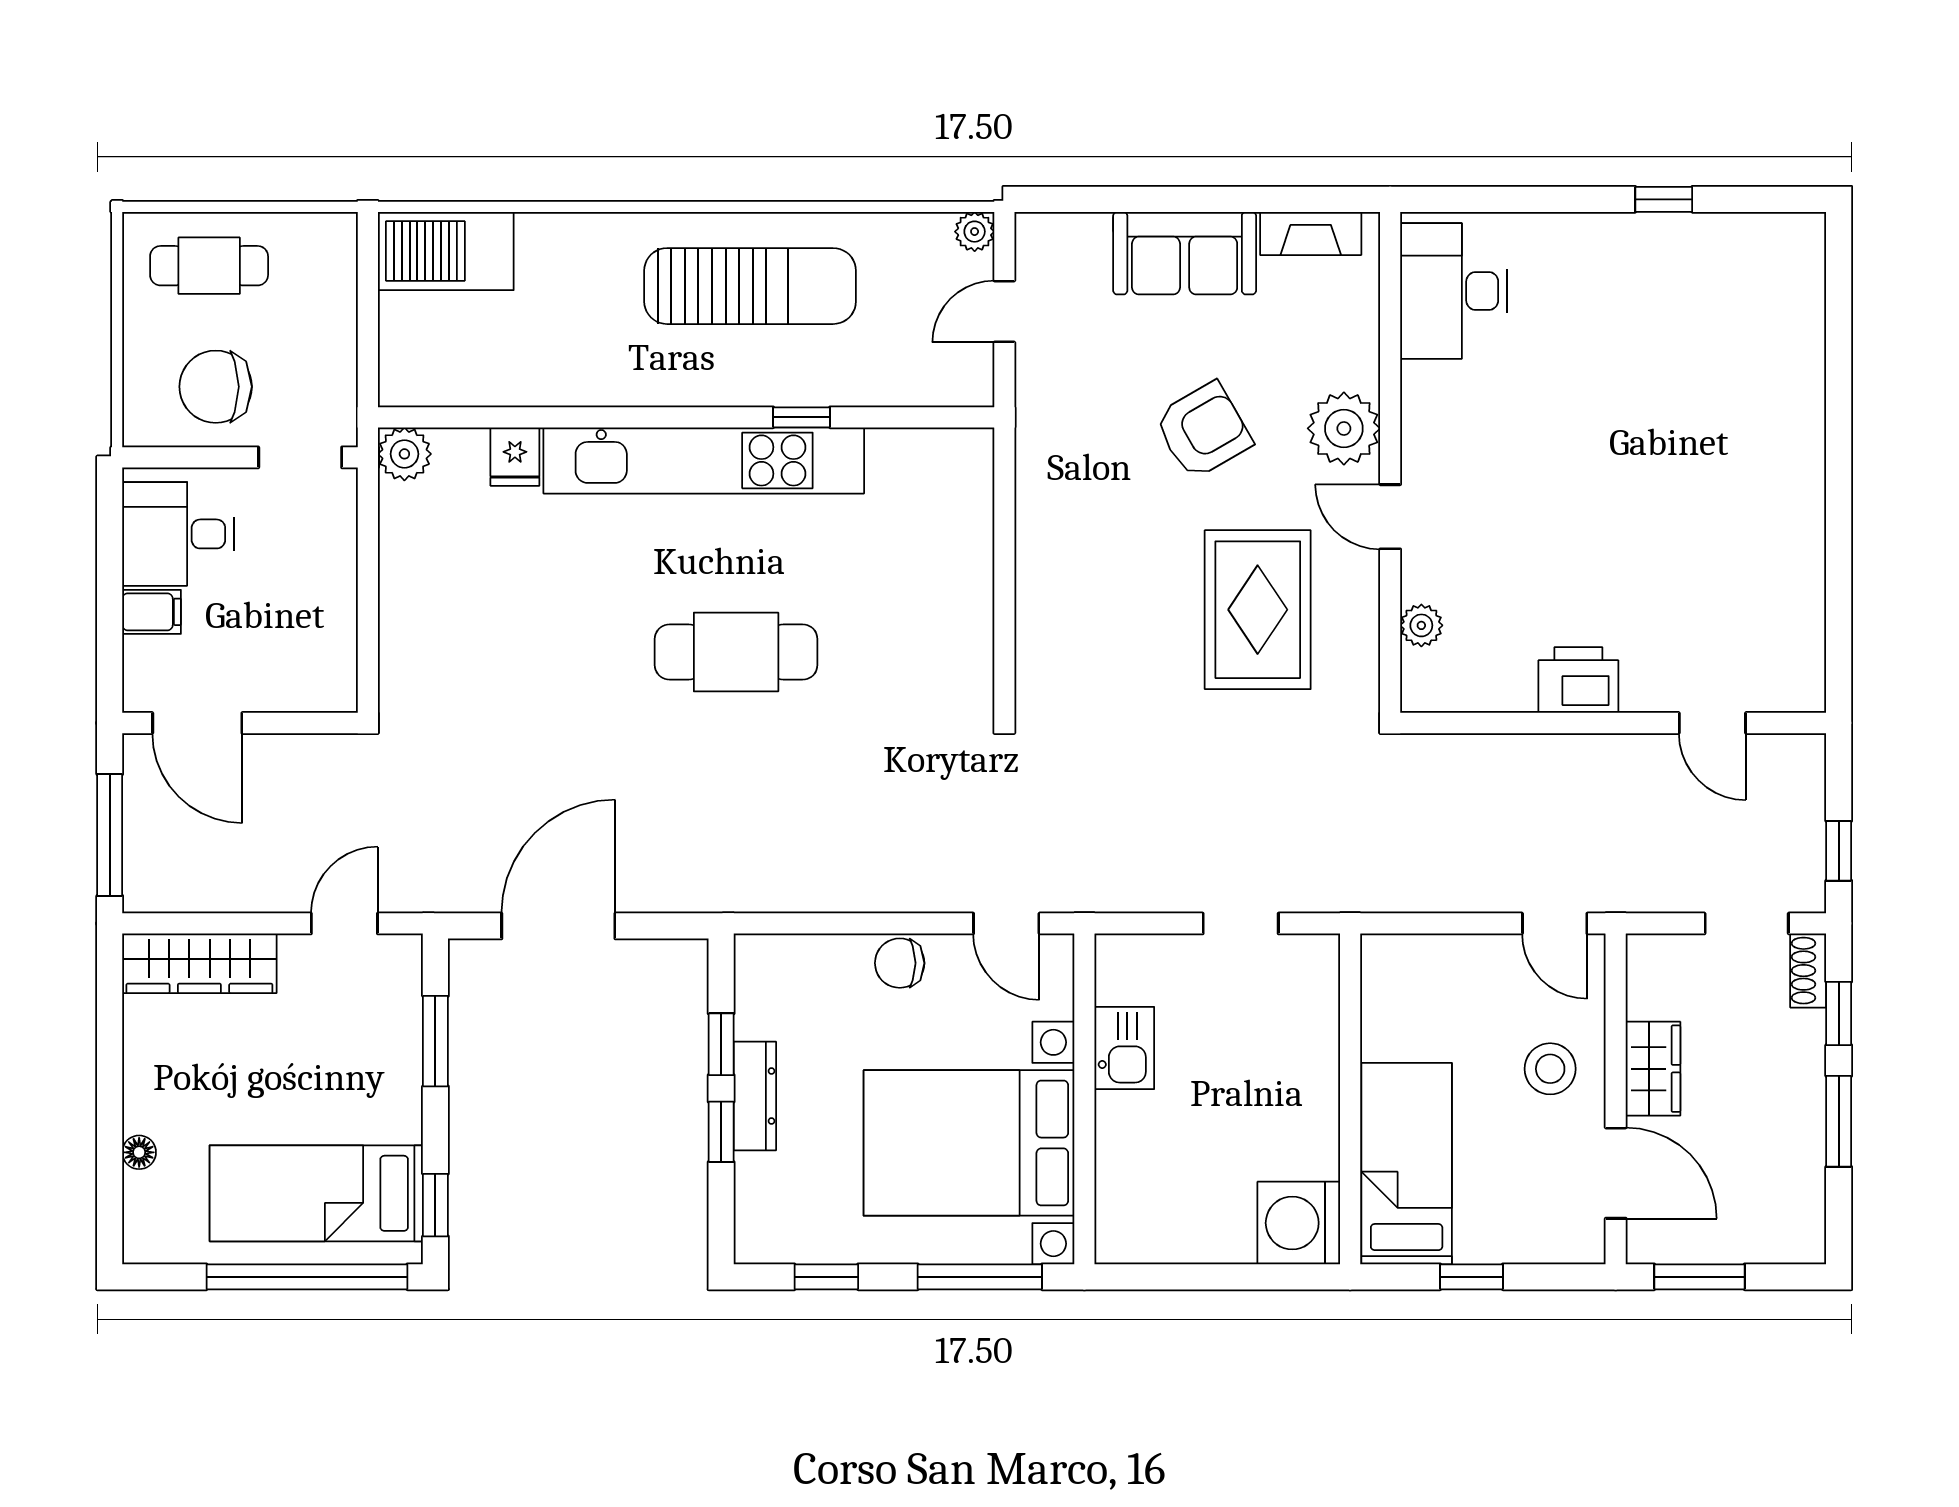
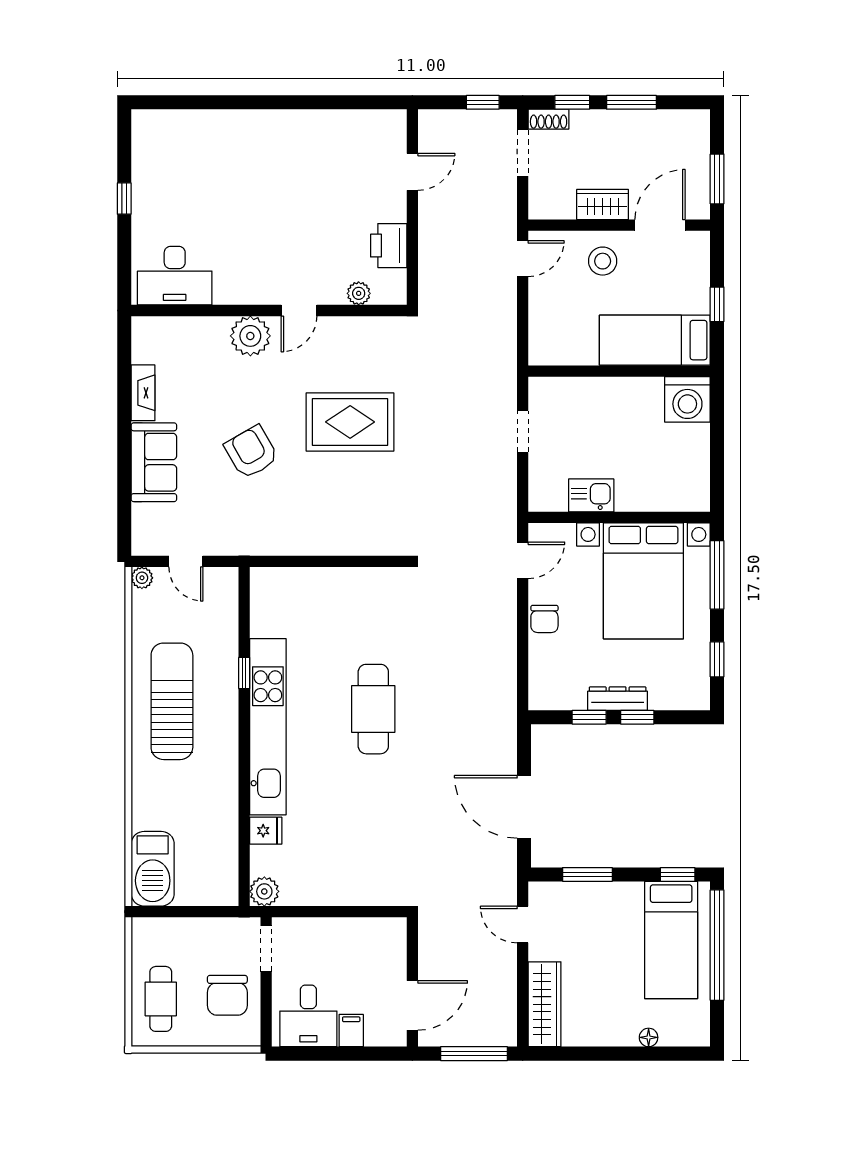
desk: (1453, 291) -> (175, 276), moved
plant: (1344, 428) -> (250, 336), moved
wall: (1390, 462) -> (269, 311), moved
door: (1390, 517) -> (299, 311), moved
plant: (1421, 625) -> (359, 293), moved

